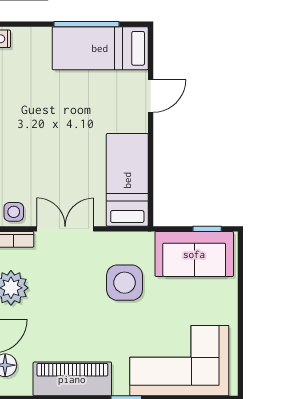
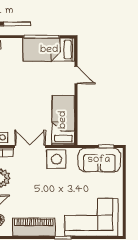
door: (151, 96) -> (76, 75), hinge flipped
side table: (125, 283) -> (56, 159), moved

